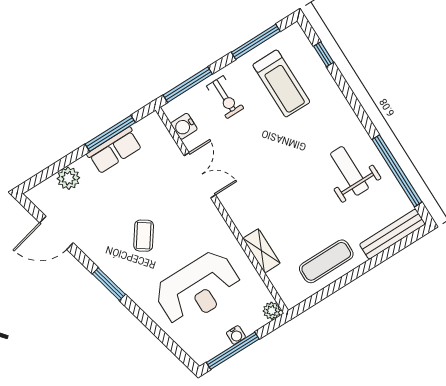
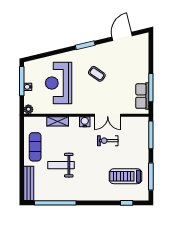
exercise bike: (225, 97) -> (108, 141), moved
water cooler: (184, 126) -> (85, 122), moved
row of seats: (114, 150) -> (142, 96), moved
weight bench: (349, 171) -> (61, 165), moved, turned 180
plant: (68, 178) -> (143, 57), removed

